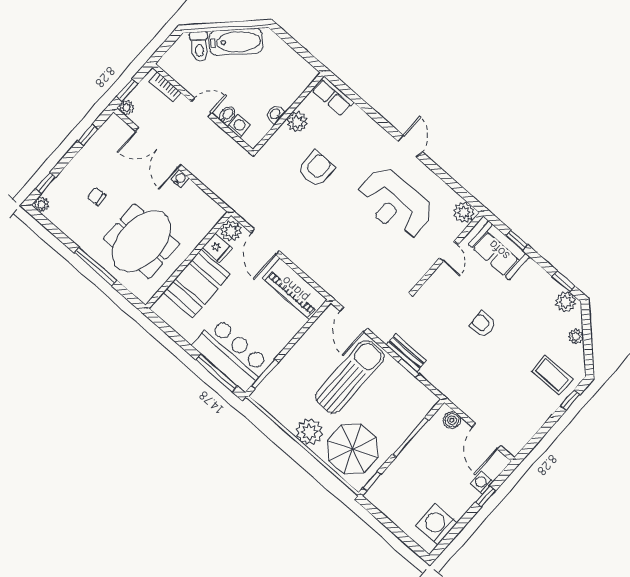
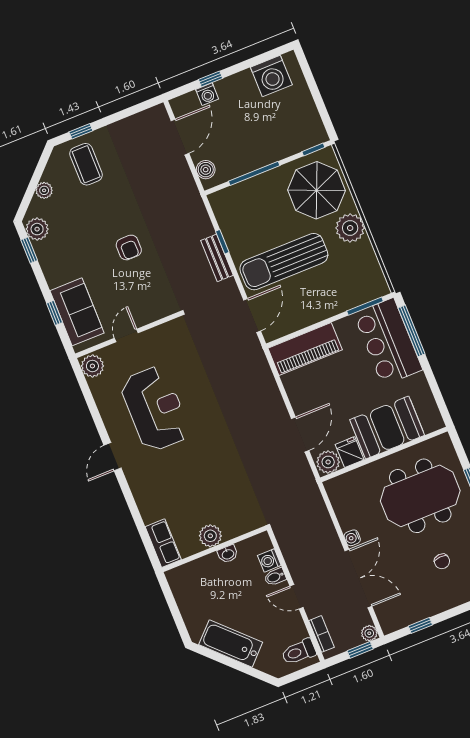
toilet: (199, 46) -> (299, 652), moved, turned -135
armchair: (316, 169) -> (215, 481), removed
piano: (295, 289) -> (305, 349), moved, turned 90

